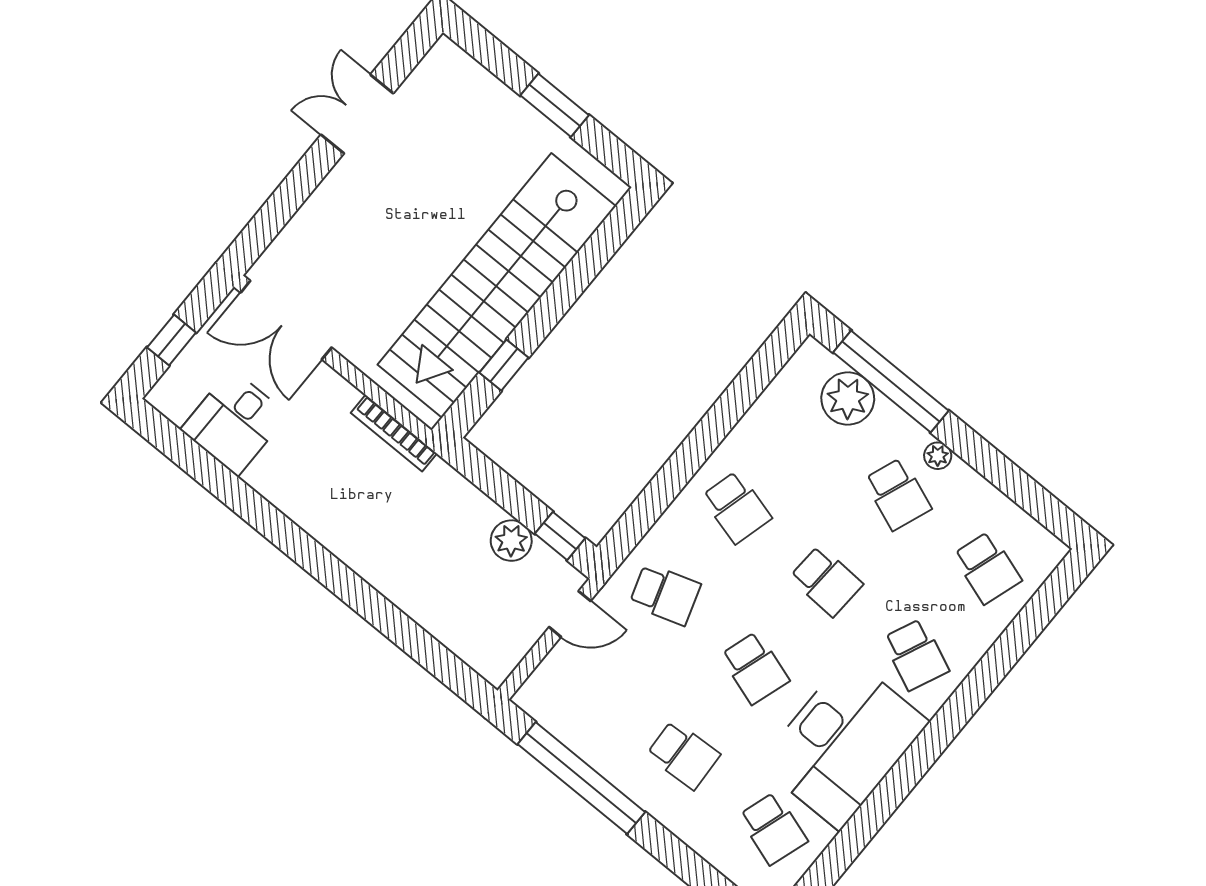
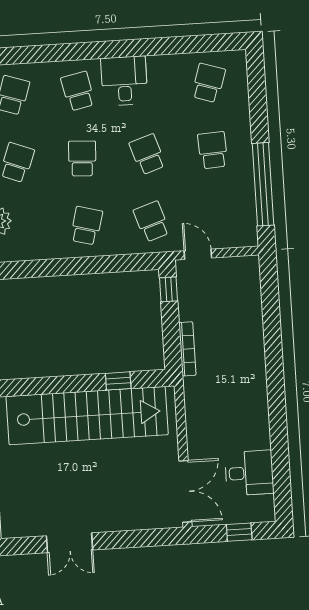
bookcase: (394, 433) -> (187, 349), moved
plant: (511, 541) -> (190, 308), removed
school desk: (916, 655) -> (78, 91), turned -36
school desk: (755, 668) -> (147, 154), turned -36
desk: (844, 743) -> (124, 81), width x0.53, depth x0.77

